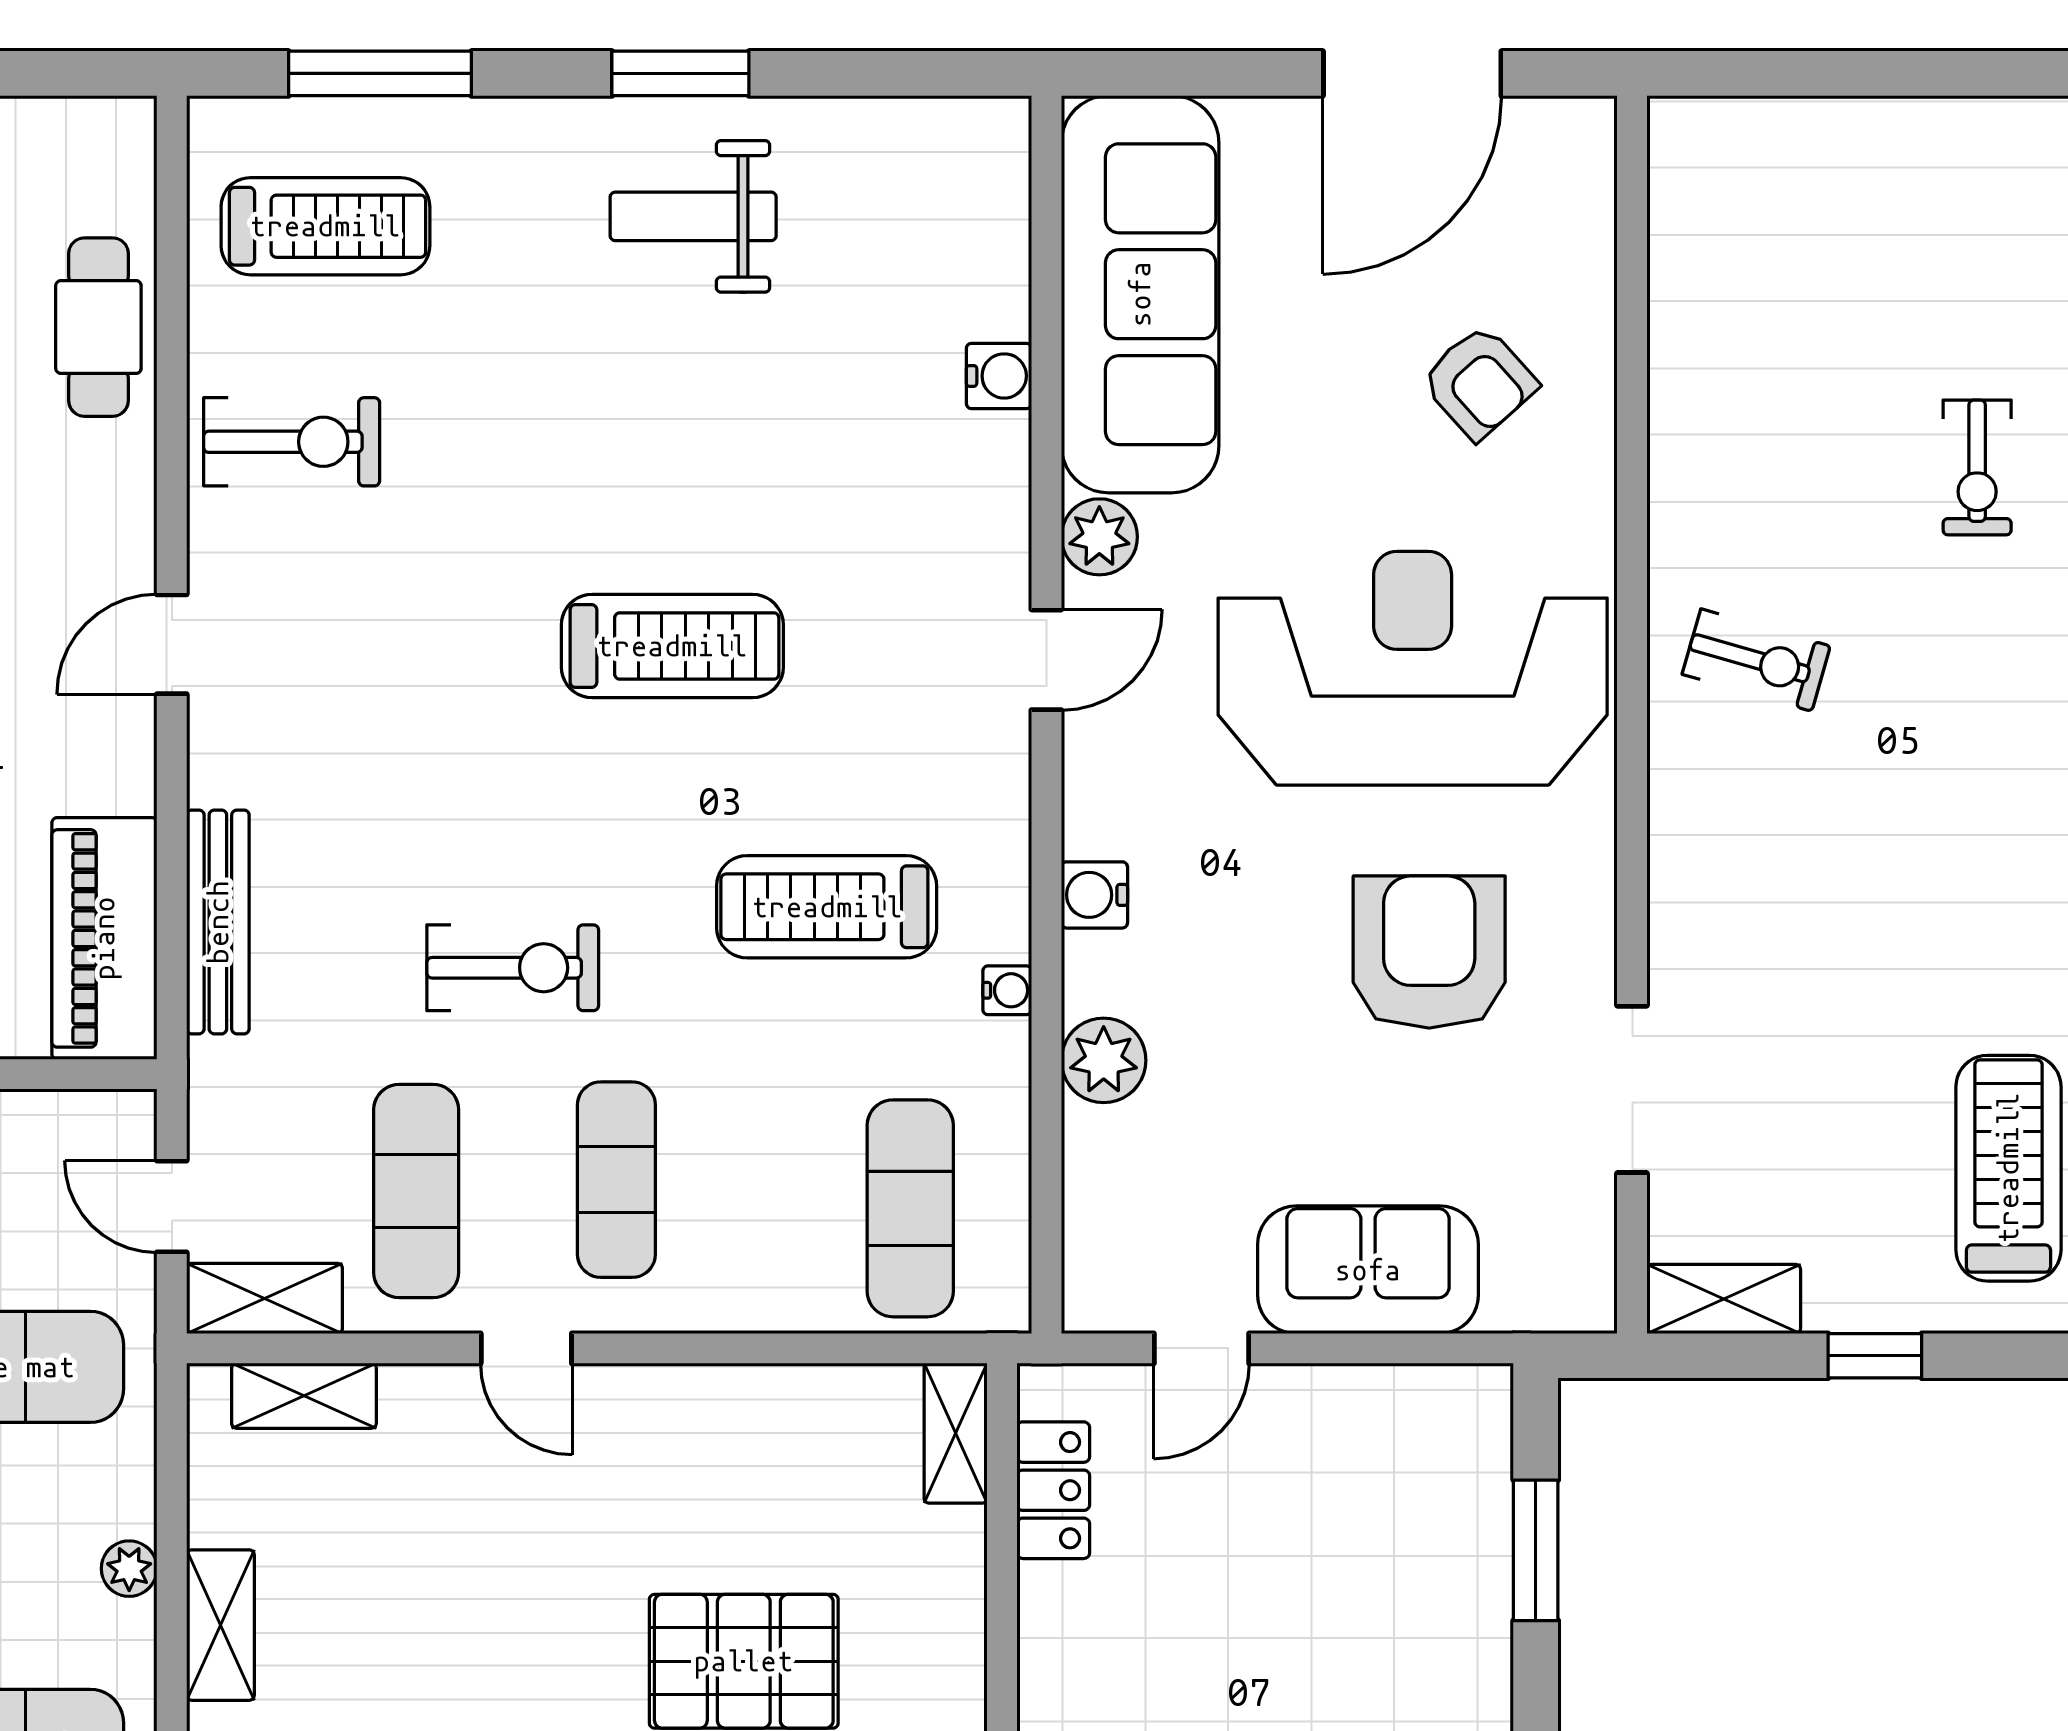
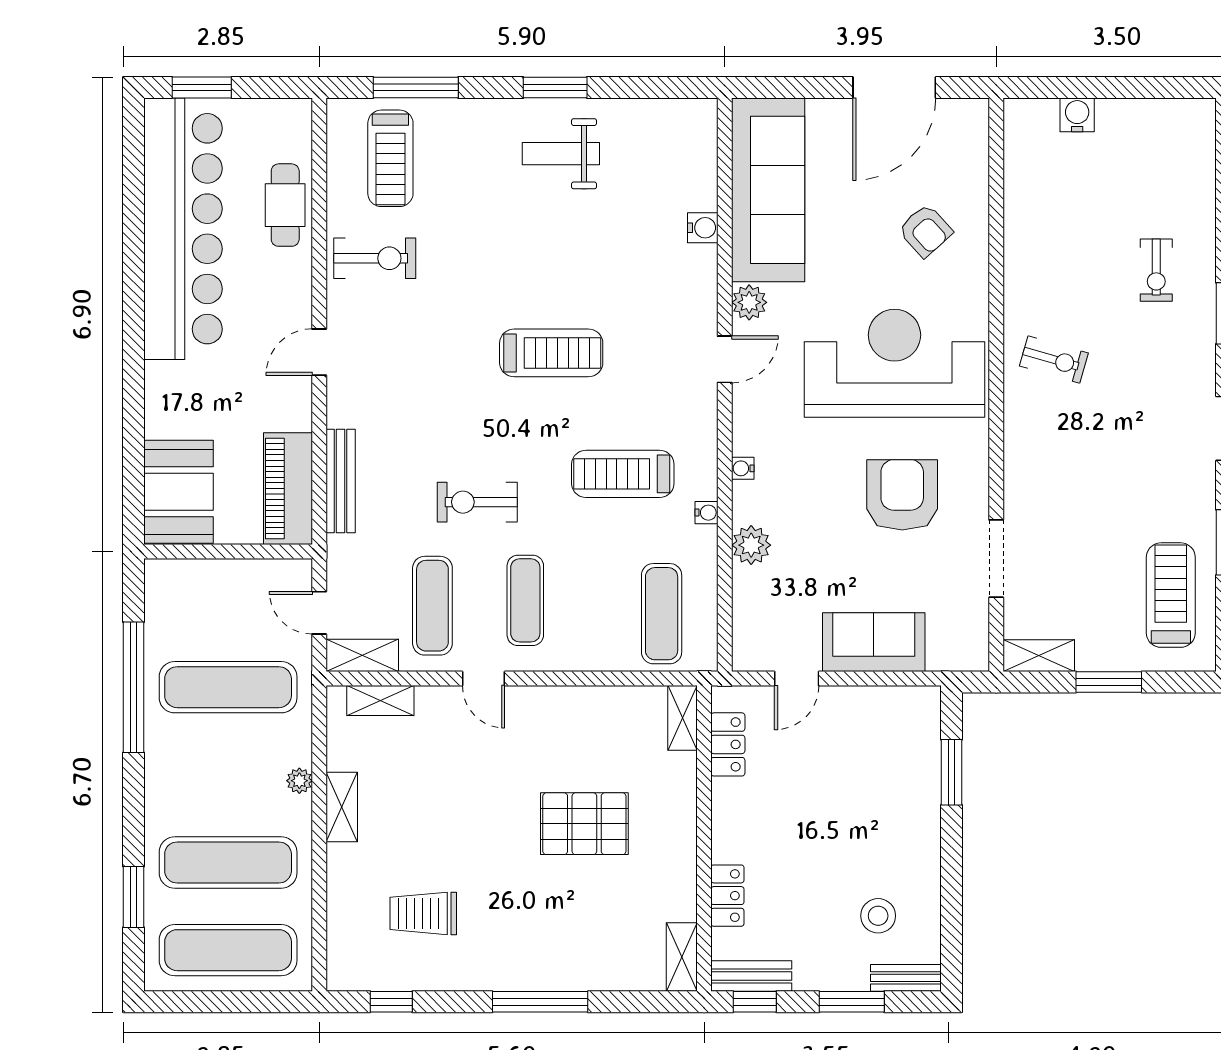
water cooler: (1807, 132) -> (1077, 115), added
treadmill: (325, 226) -> (390, 158), turned 90
water cooler: (1094, 895) -> (743, 468), width x0.72, depth x0.72
exercise bike: (513, 968) -> (477, 502), turned 180
window: (1875, 1356) -> (1109, 682), width x1.50

